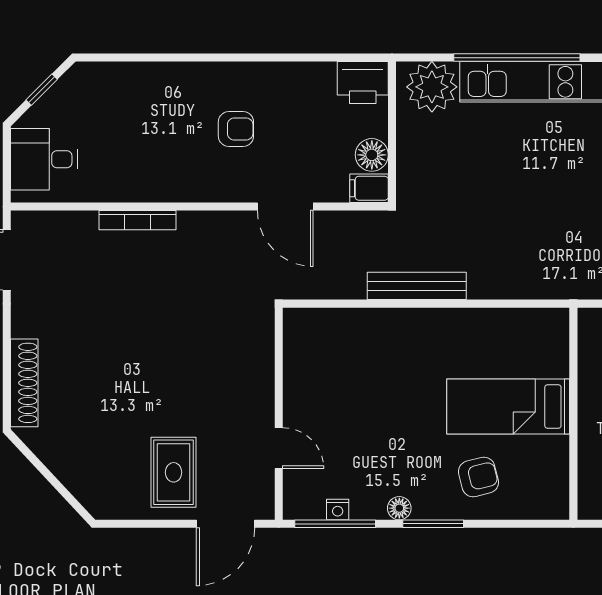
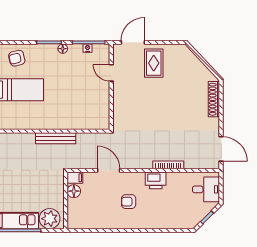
printer: (363, 82) -> (156, 180), moved, turned 180
armchair: (478, 477) -> (17, 58), moved

